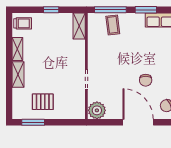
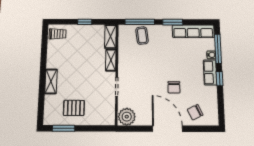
shelving: (17, 49) -> (111, 60), moved

